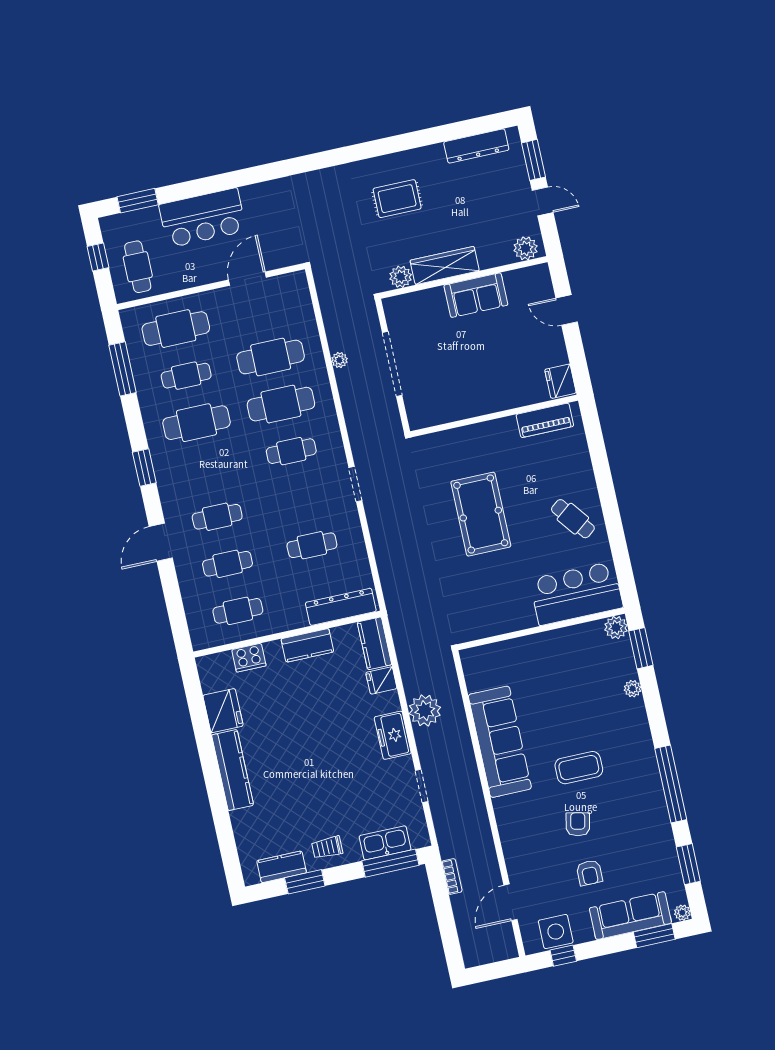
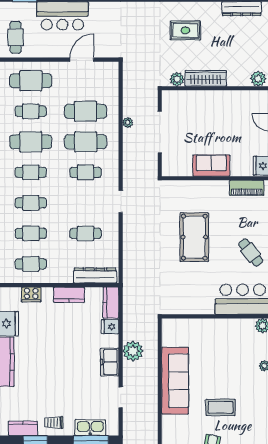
sofa: (476, 295) -> (211, 166), moved, turned 180
cafe table: (207, 470) -> (31, 172), added

